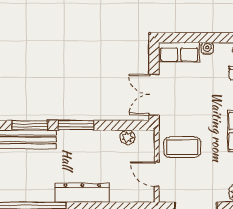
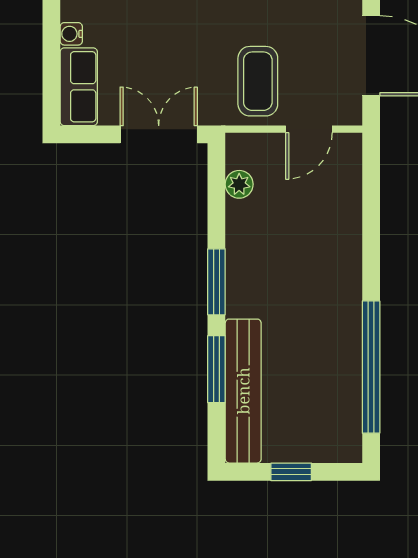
double door: (154, 95) -> (159, 134), swing flipped
dresser: (82, 193) -> (344, 270), removed

